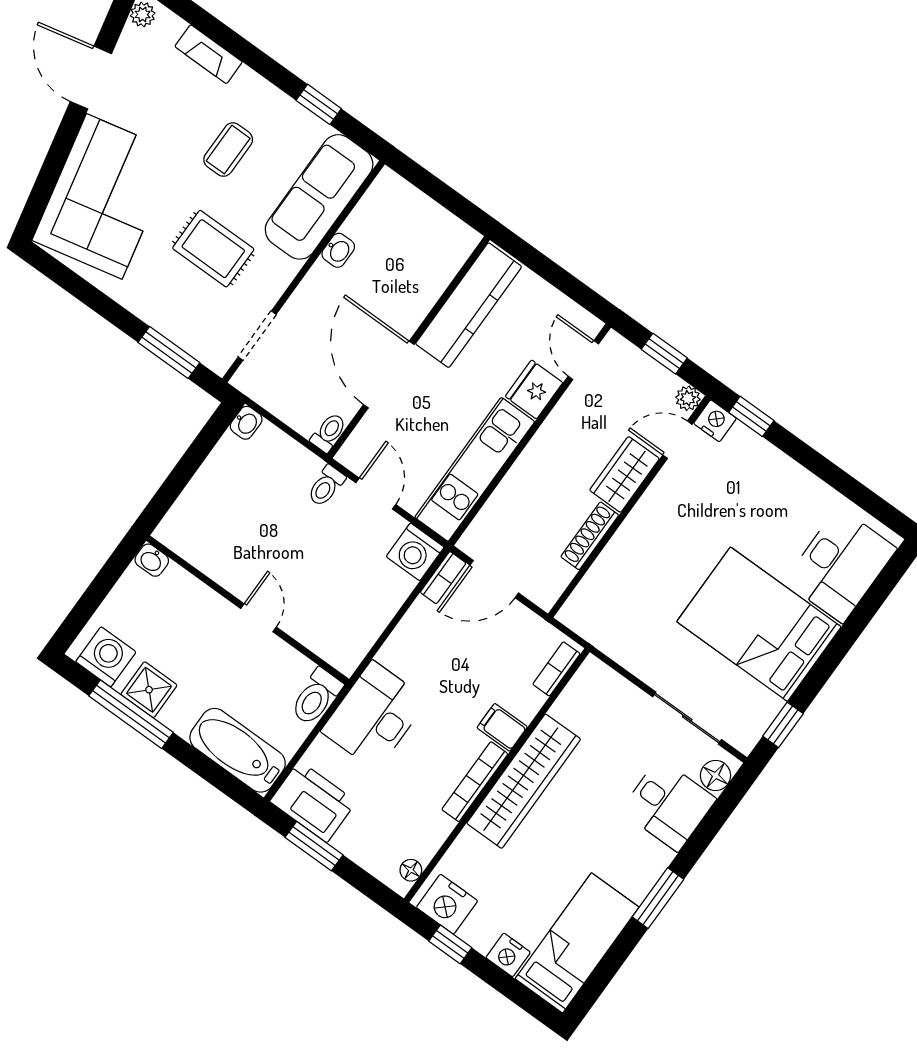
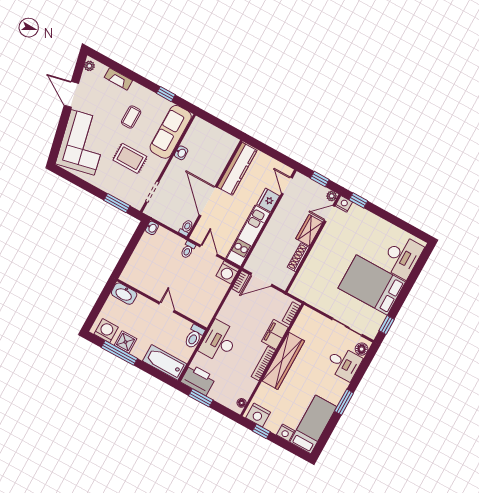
washbasin: (152, 560) -> (124, 294), width x1.91, depth x1.45
filing cabinet: (502, 727) -> (275, 334), width x2.00

